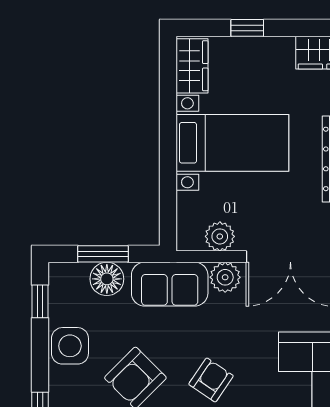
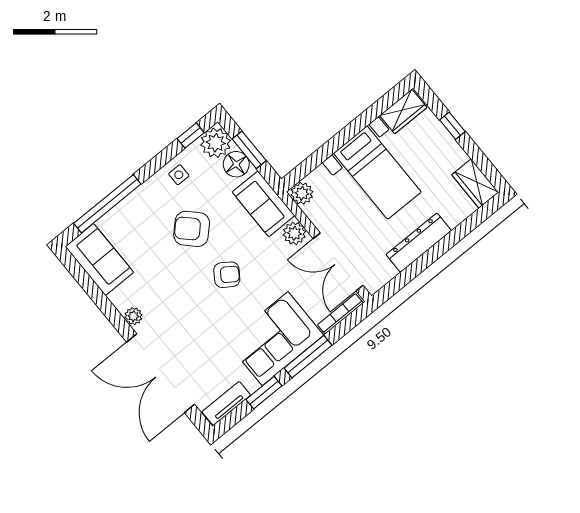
plant: (220, 236) -> (302, 193), moved
plant: (68, 282) -> (216, 143), added
side table: (70, 346) -> (179, 175), width x0.54, depth x0.54

